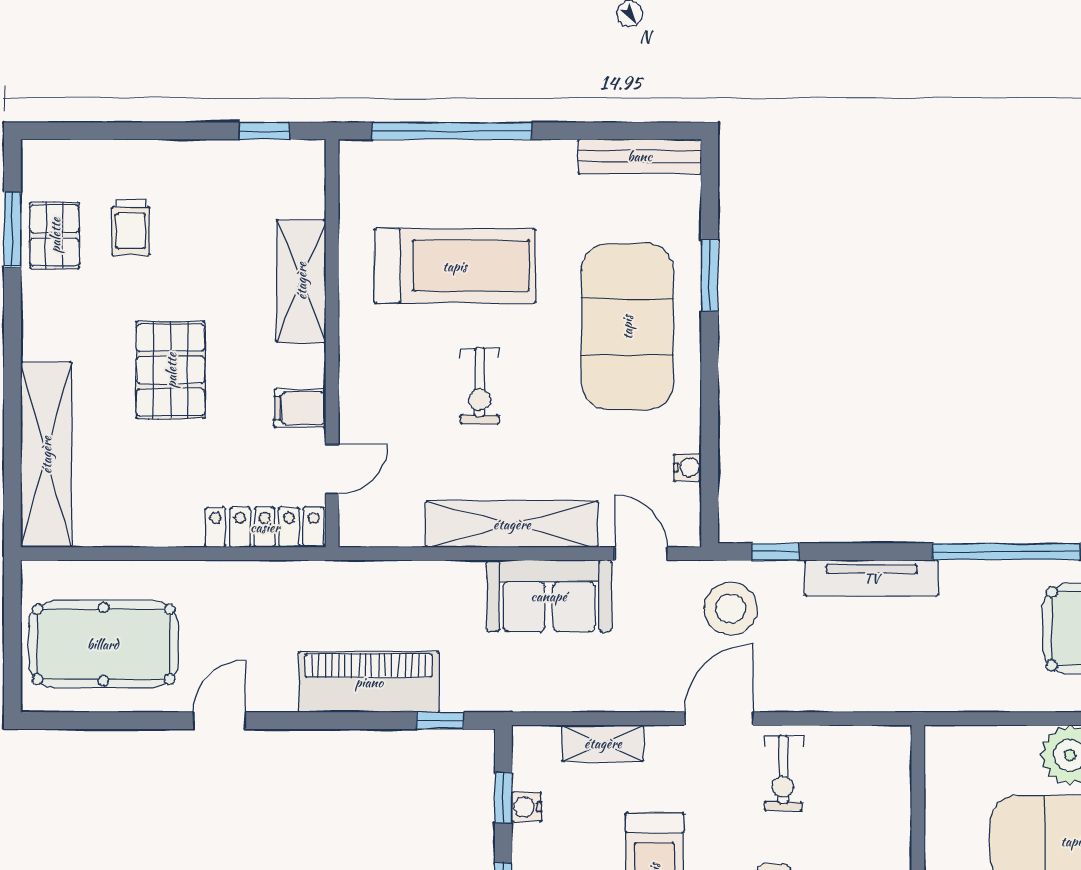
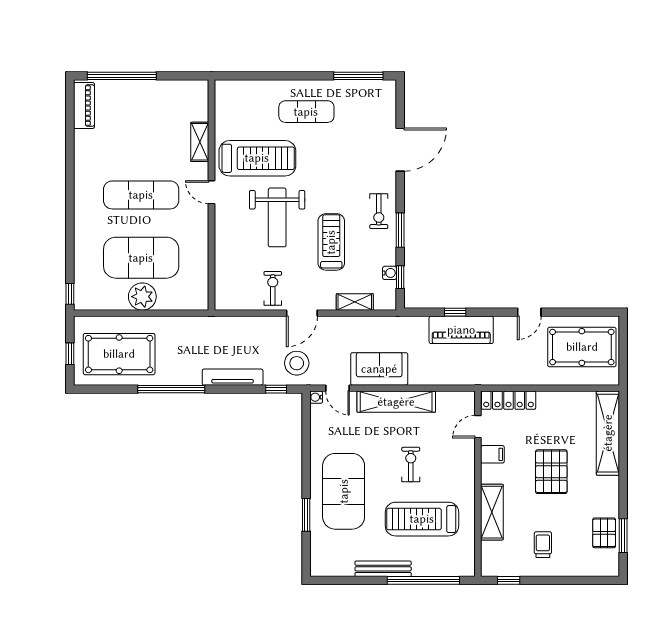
bench: (640, 156) -> (383, 569), moved
trolley: (131, 227) -> (543, 545), moved
water cooler: (688, 467) -> (316, 397), moved
window: (440, 721) -> (455, 312), moved

